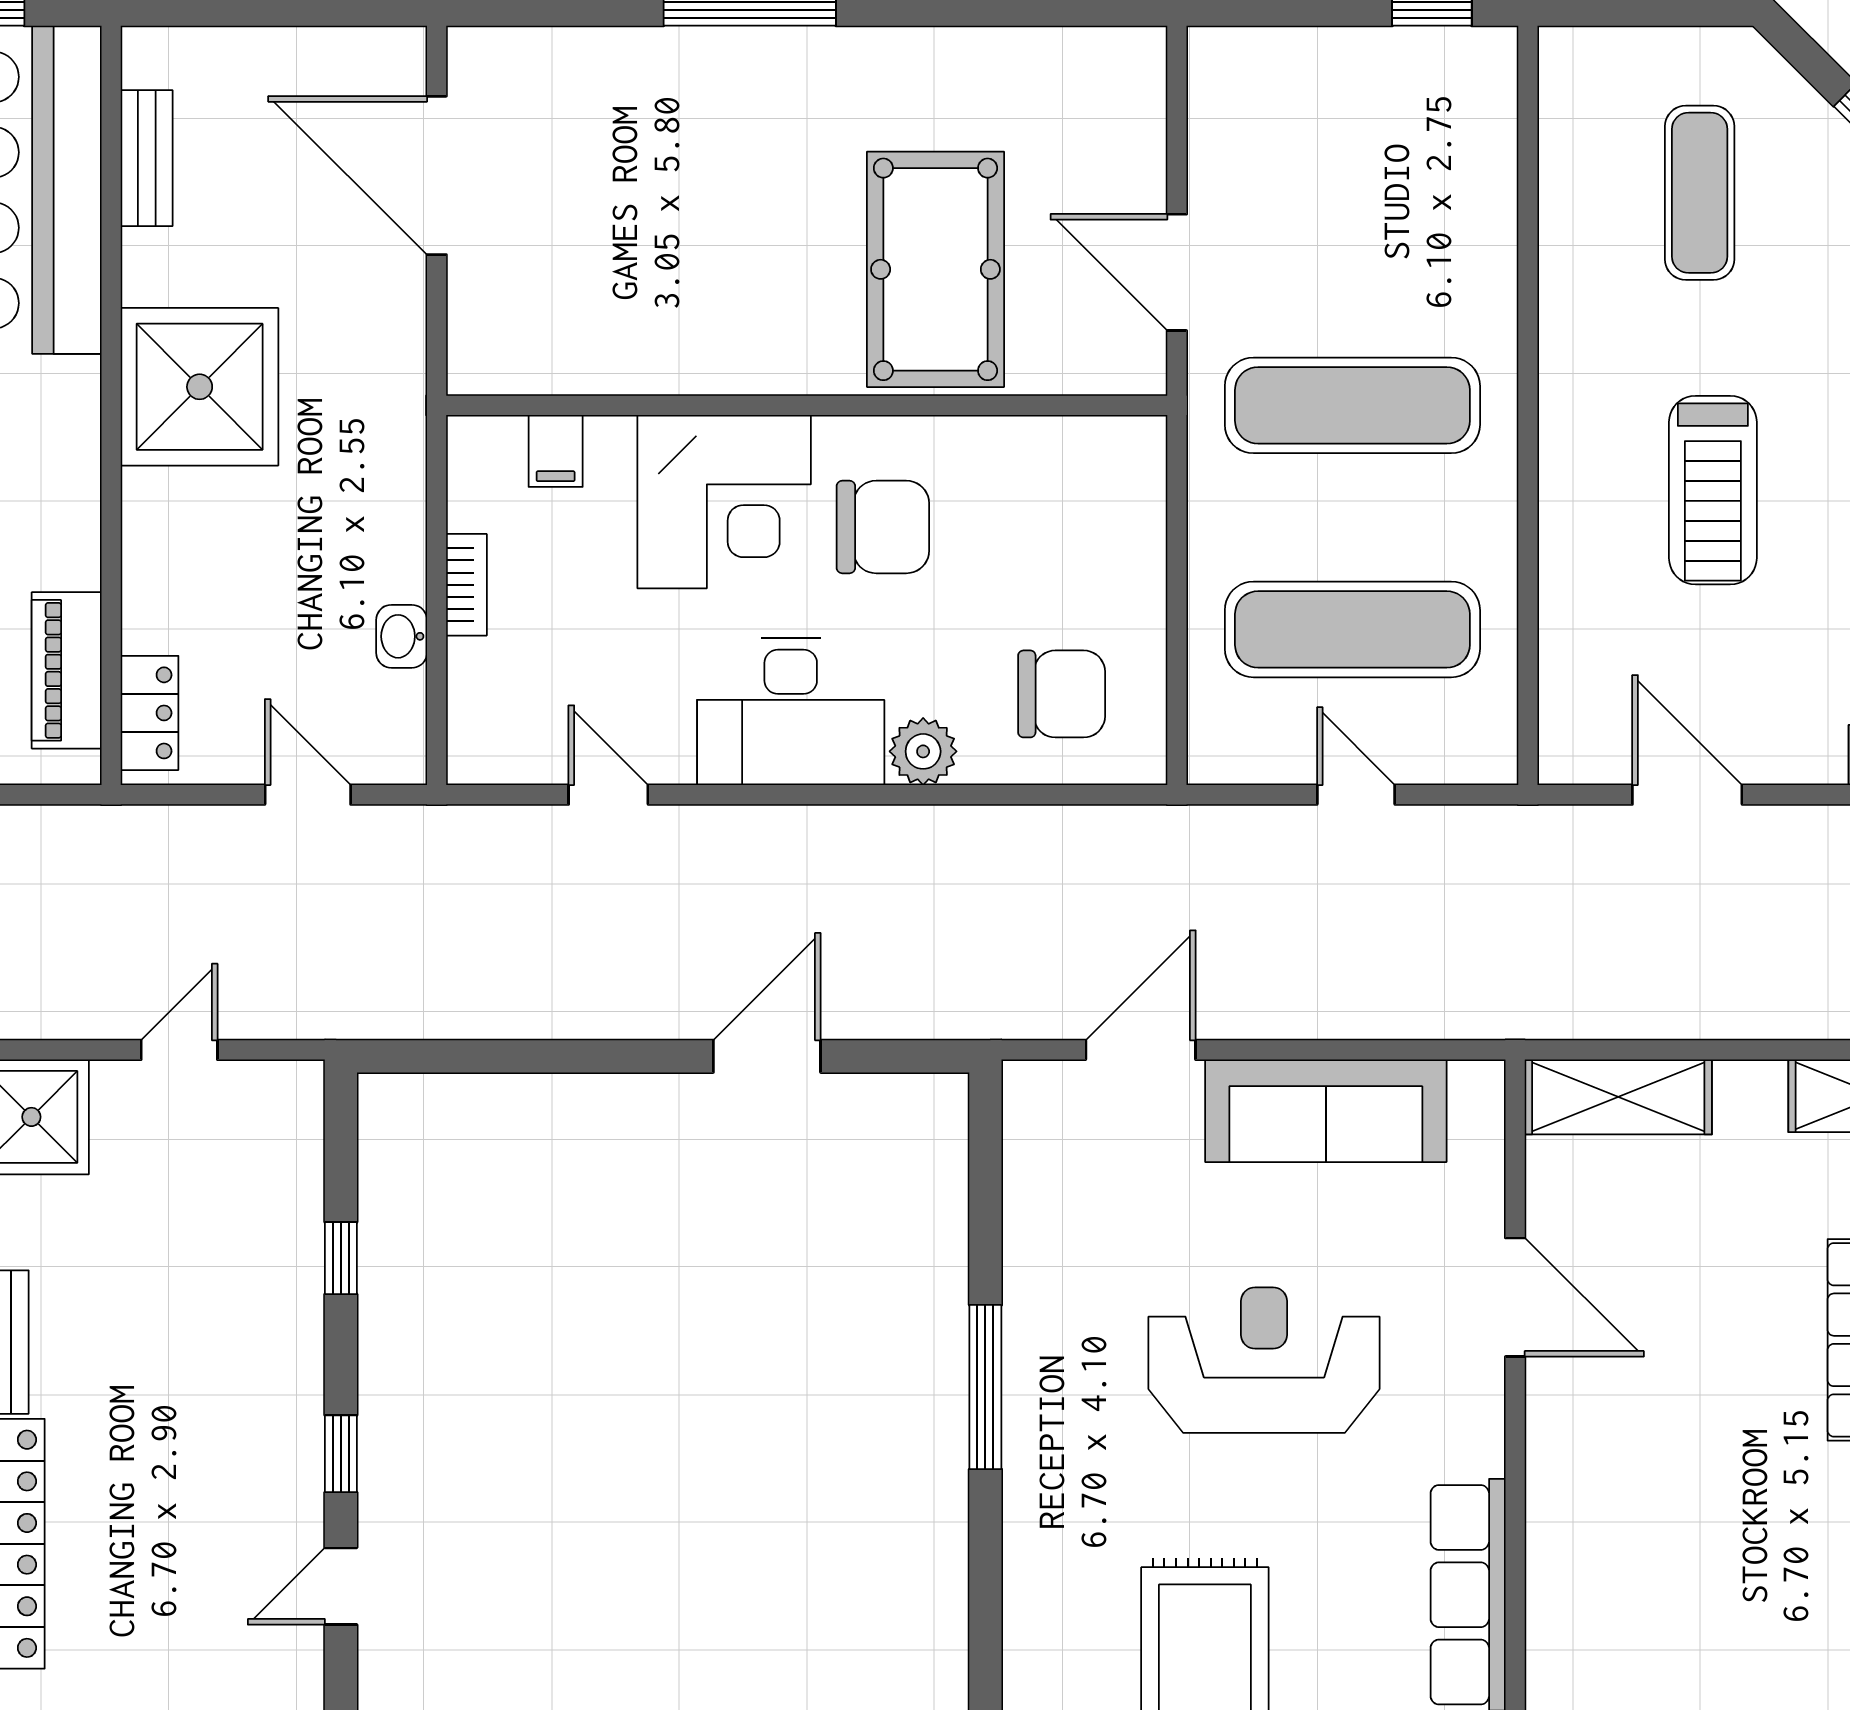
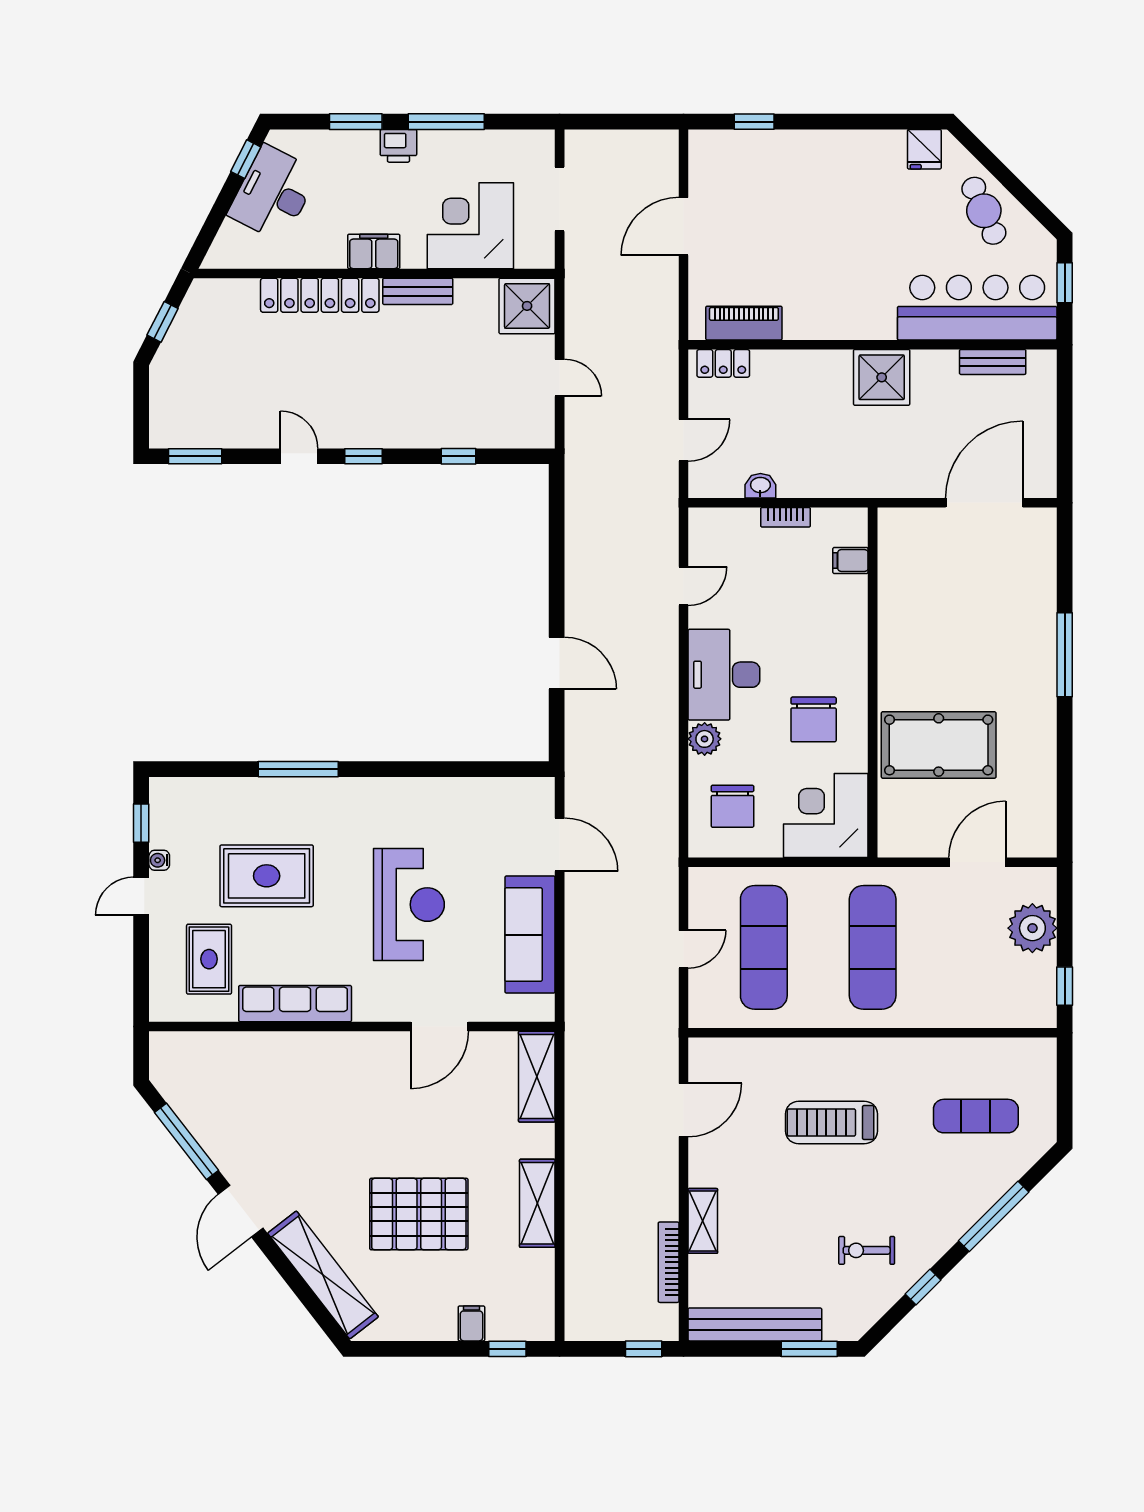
plant: (1313, 76) -> (1032, 928), added
door: (1177, 272) -> (977, 862), moved
shower: (200, 387) -> (882, 377), width x0.73, depth x0.73
corner desk: (724, 502) -> (826, 815), moved, turned 90
window: (985, 1387) -> (298, 769), moved

